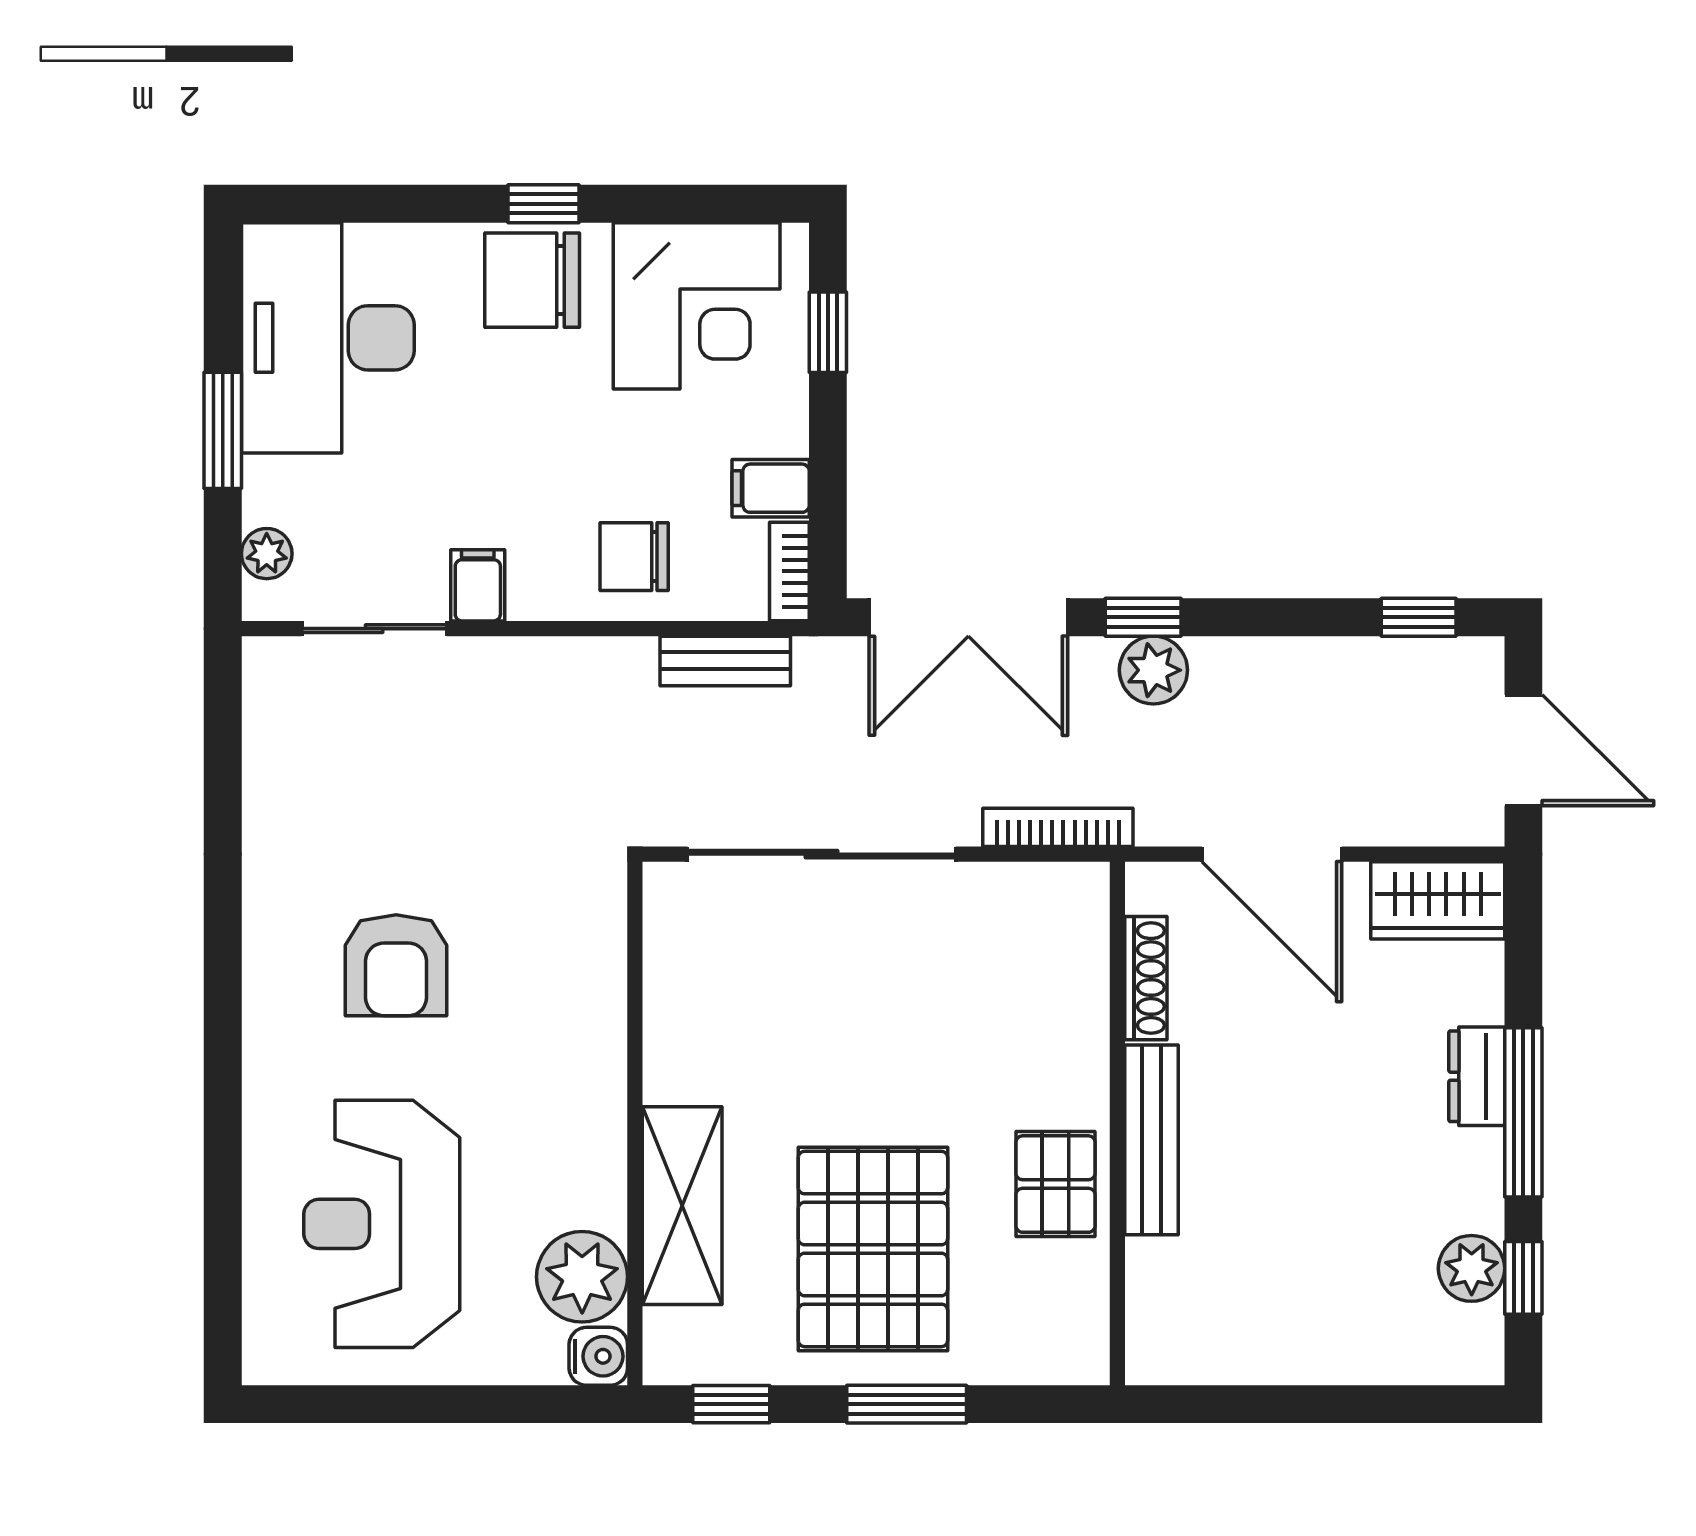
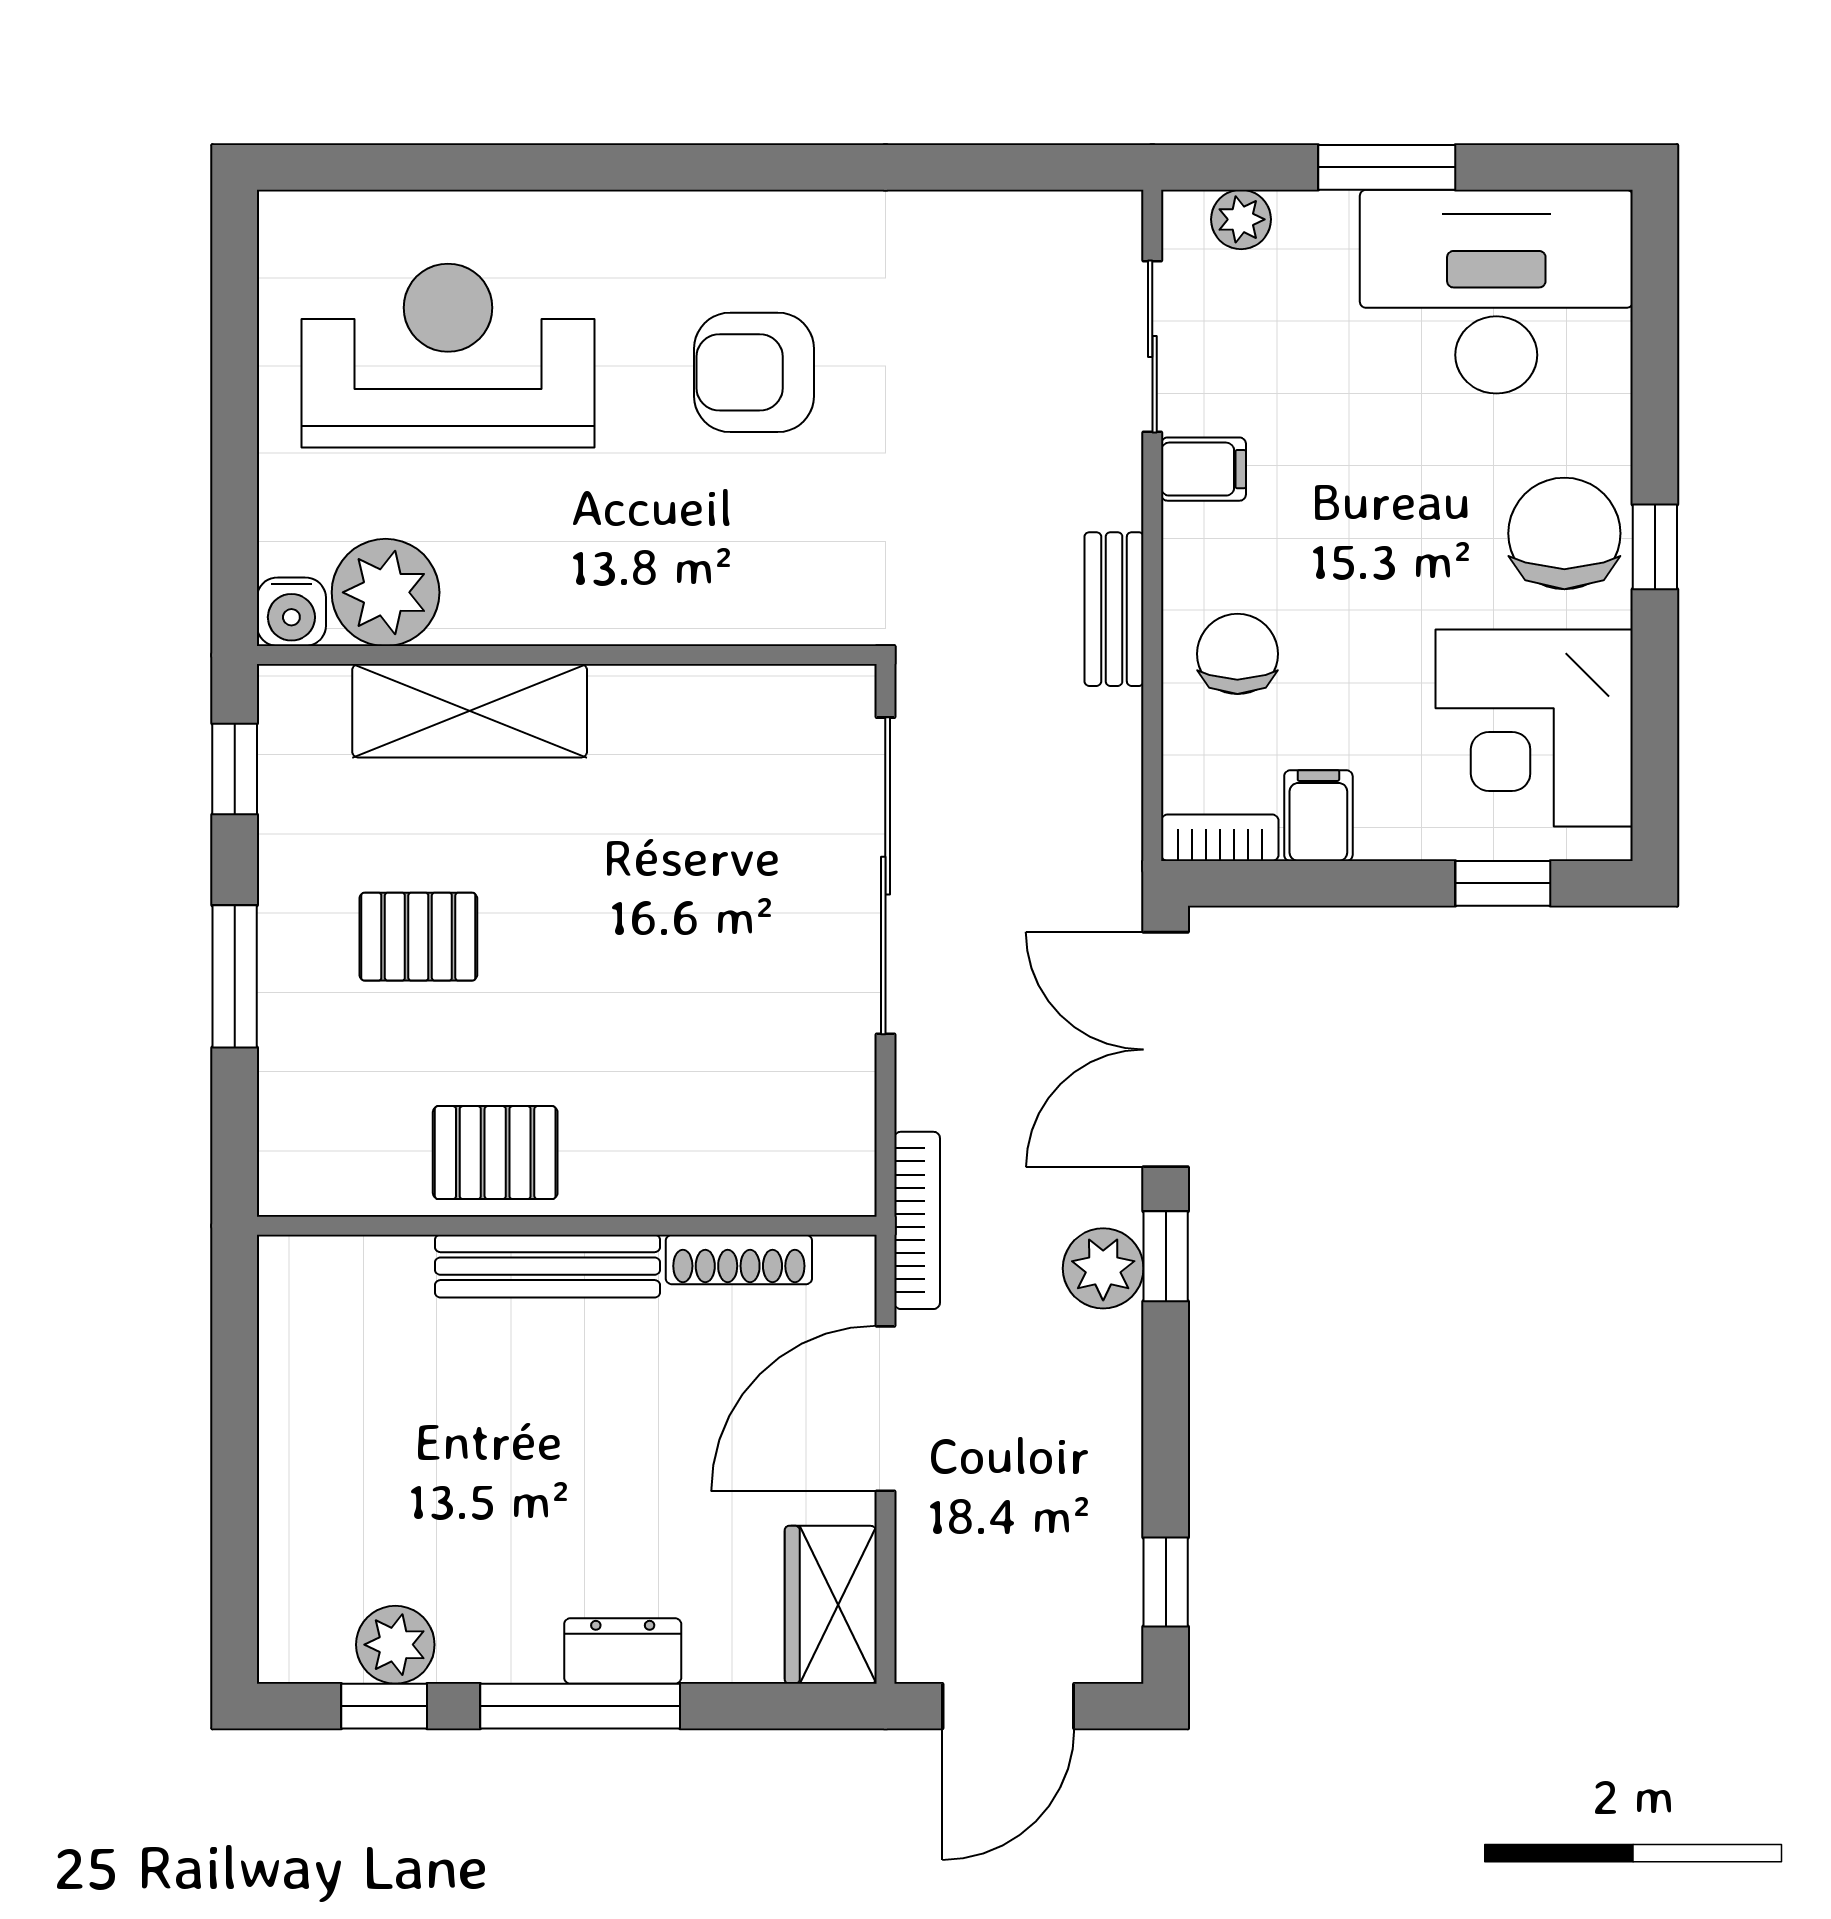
bench: (725, 661) -> (1114, 609), moved
bookcase: (1058, 827) -> (917, 1220), moved
pallet: (873, 1249) -> (418, 937), width x0.49, depth x0.50

